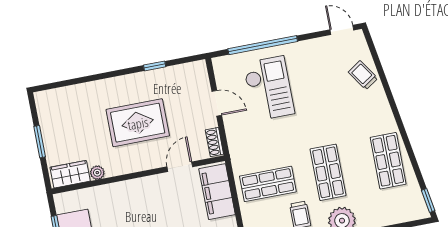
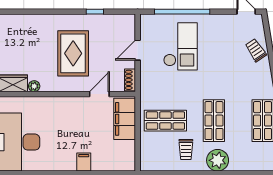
door: (217, 103) -> (138, 50), swing flipped
rug: (138, 123) -> (73, 53), turned 90

